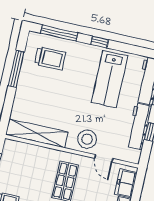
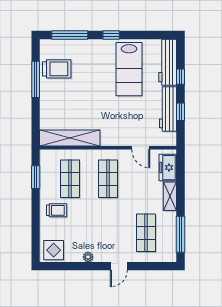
trolley: (50, 58) -> (57, 69), moved
stool: (87, 139) -> (120, 133), removed
shop shelf: (28, 173) -> (70, 179), added

